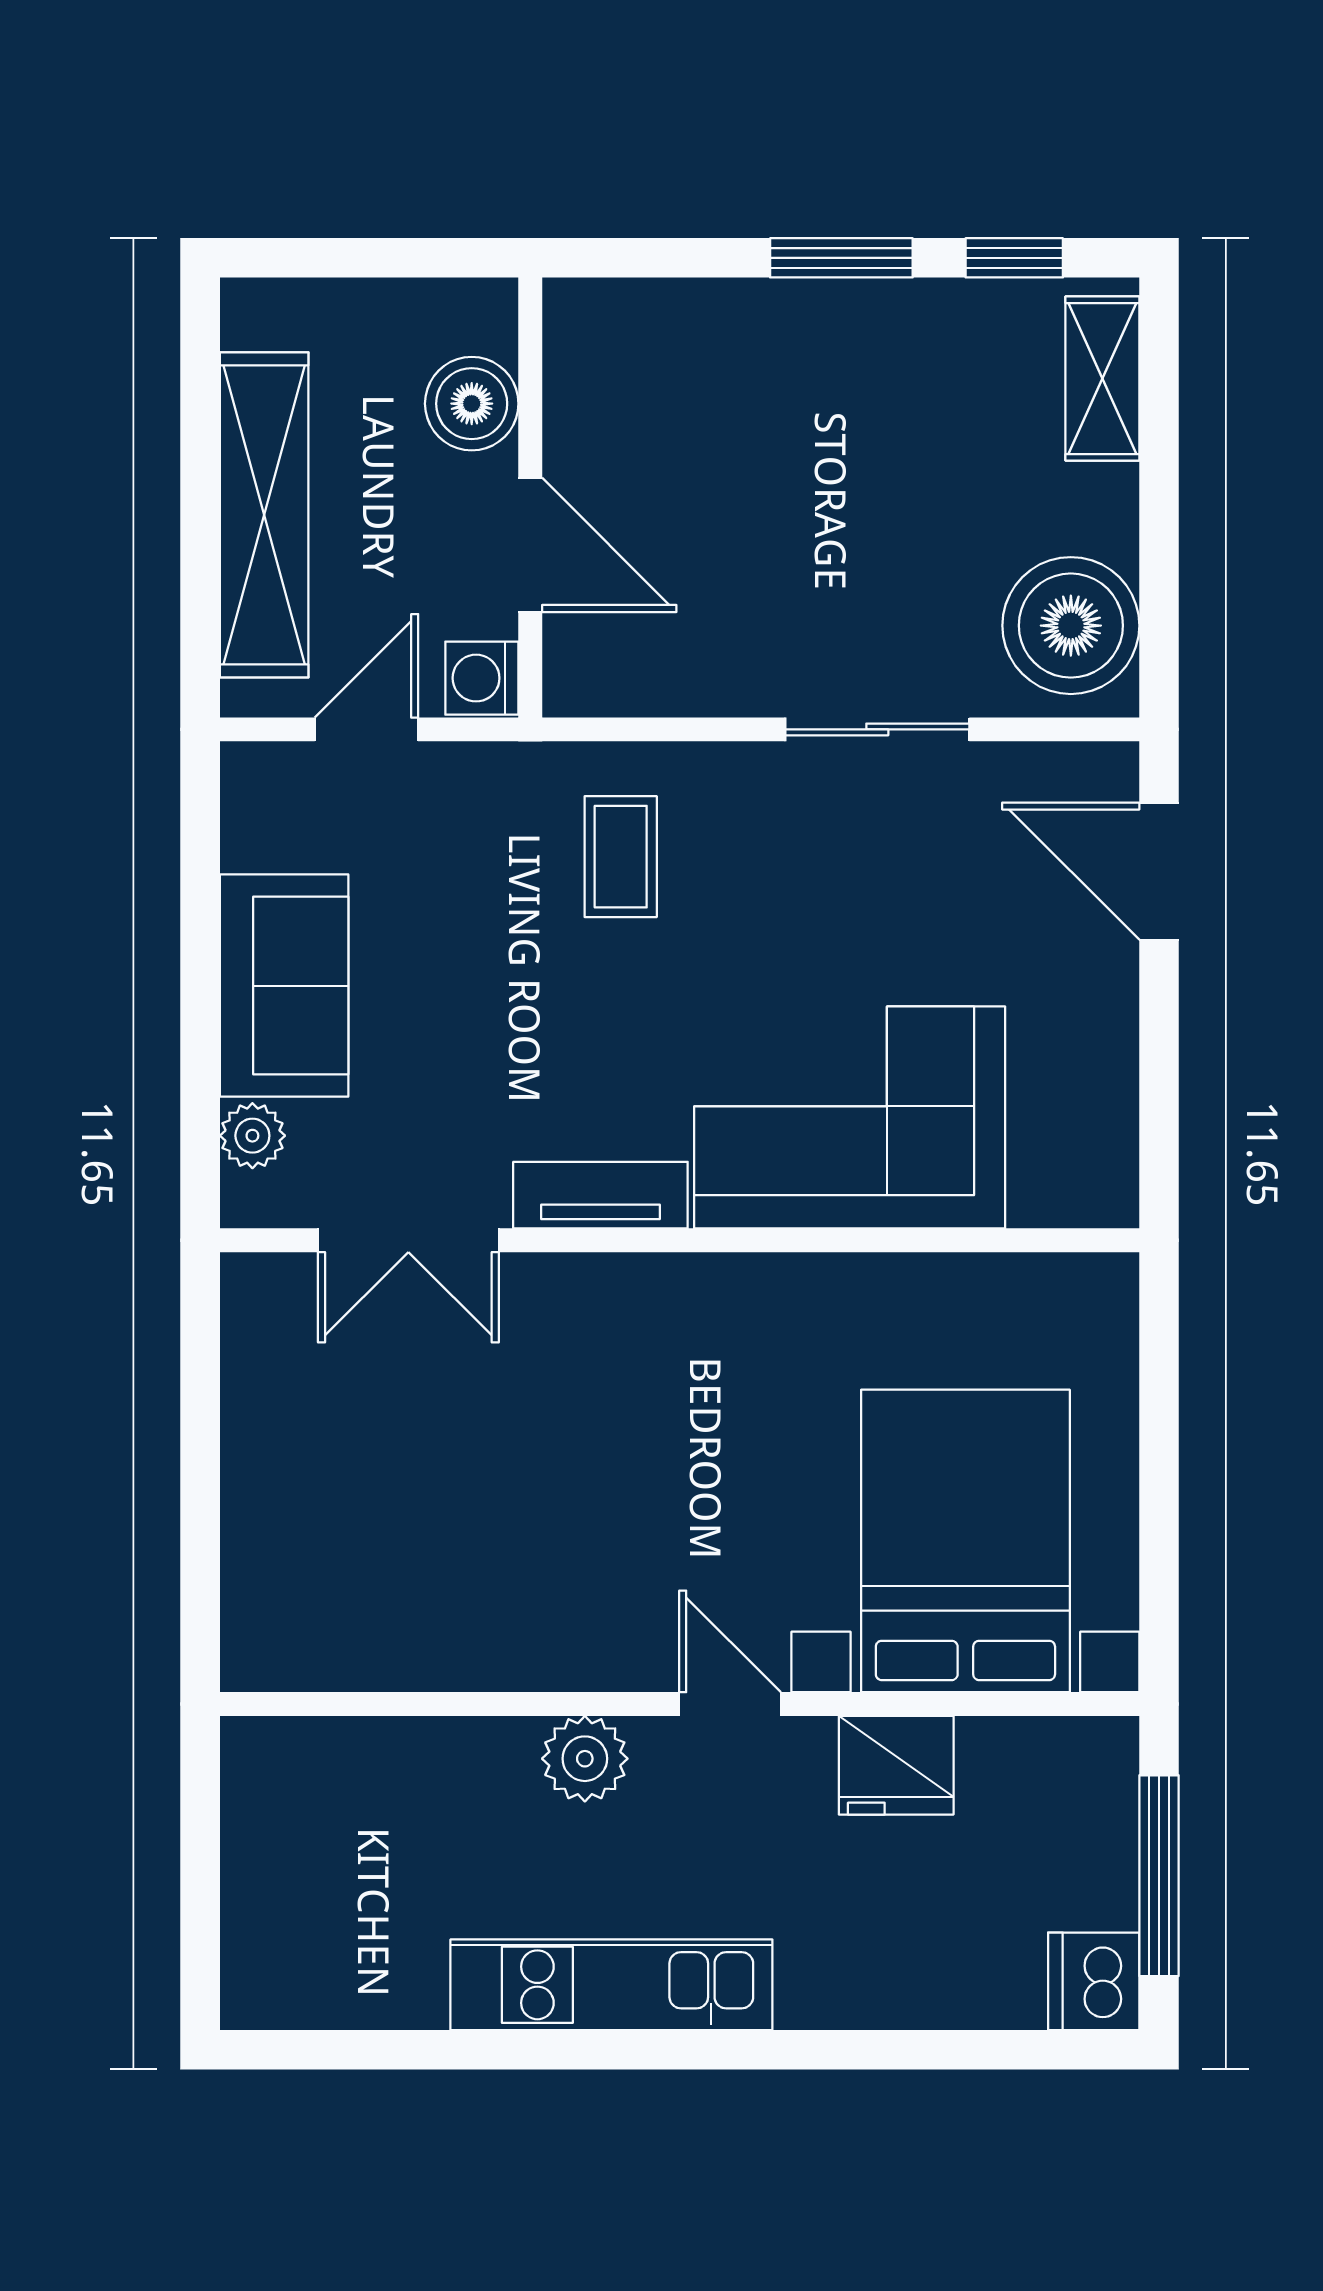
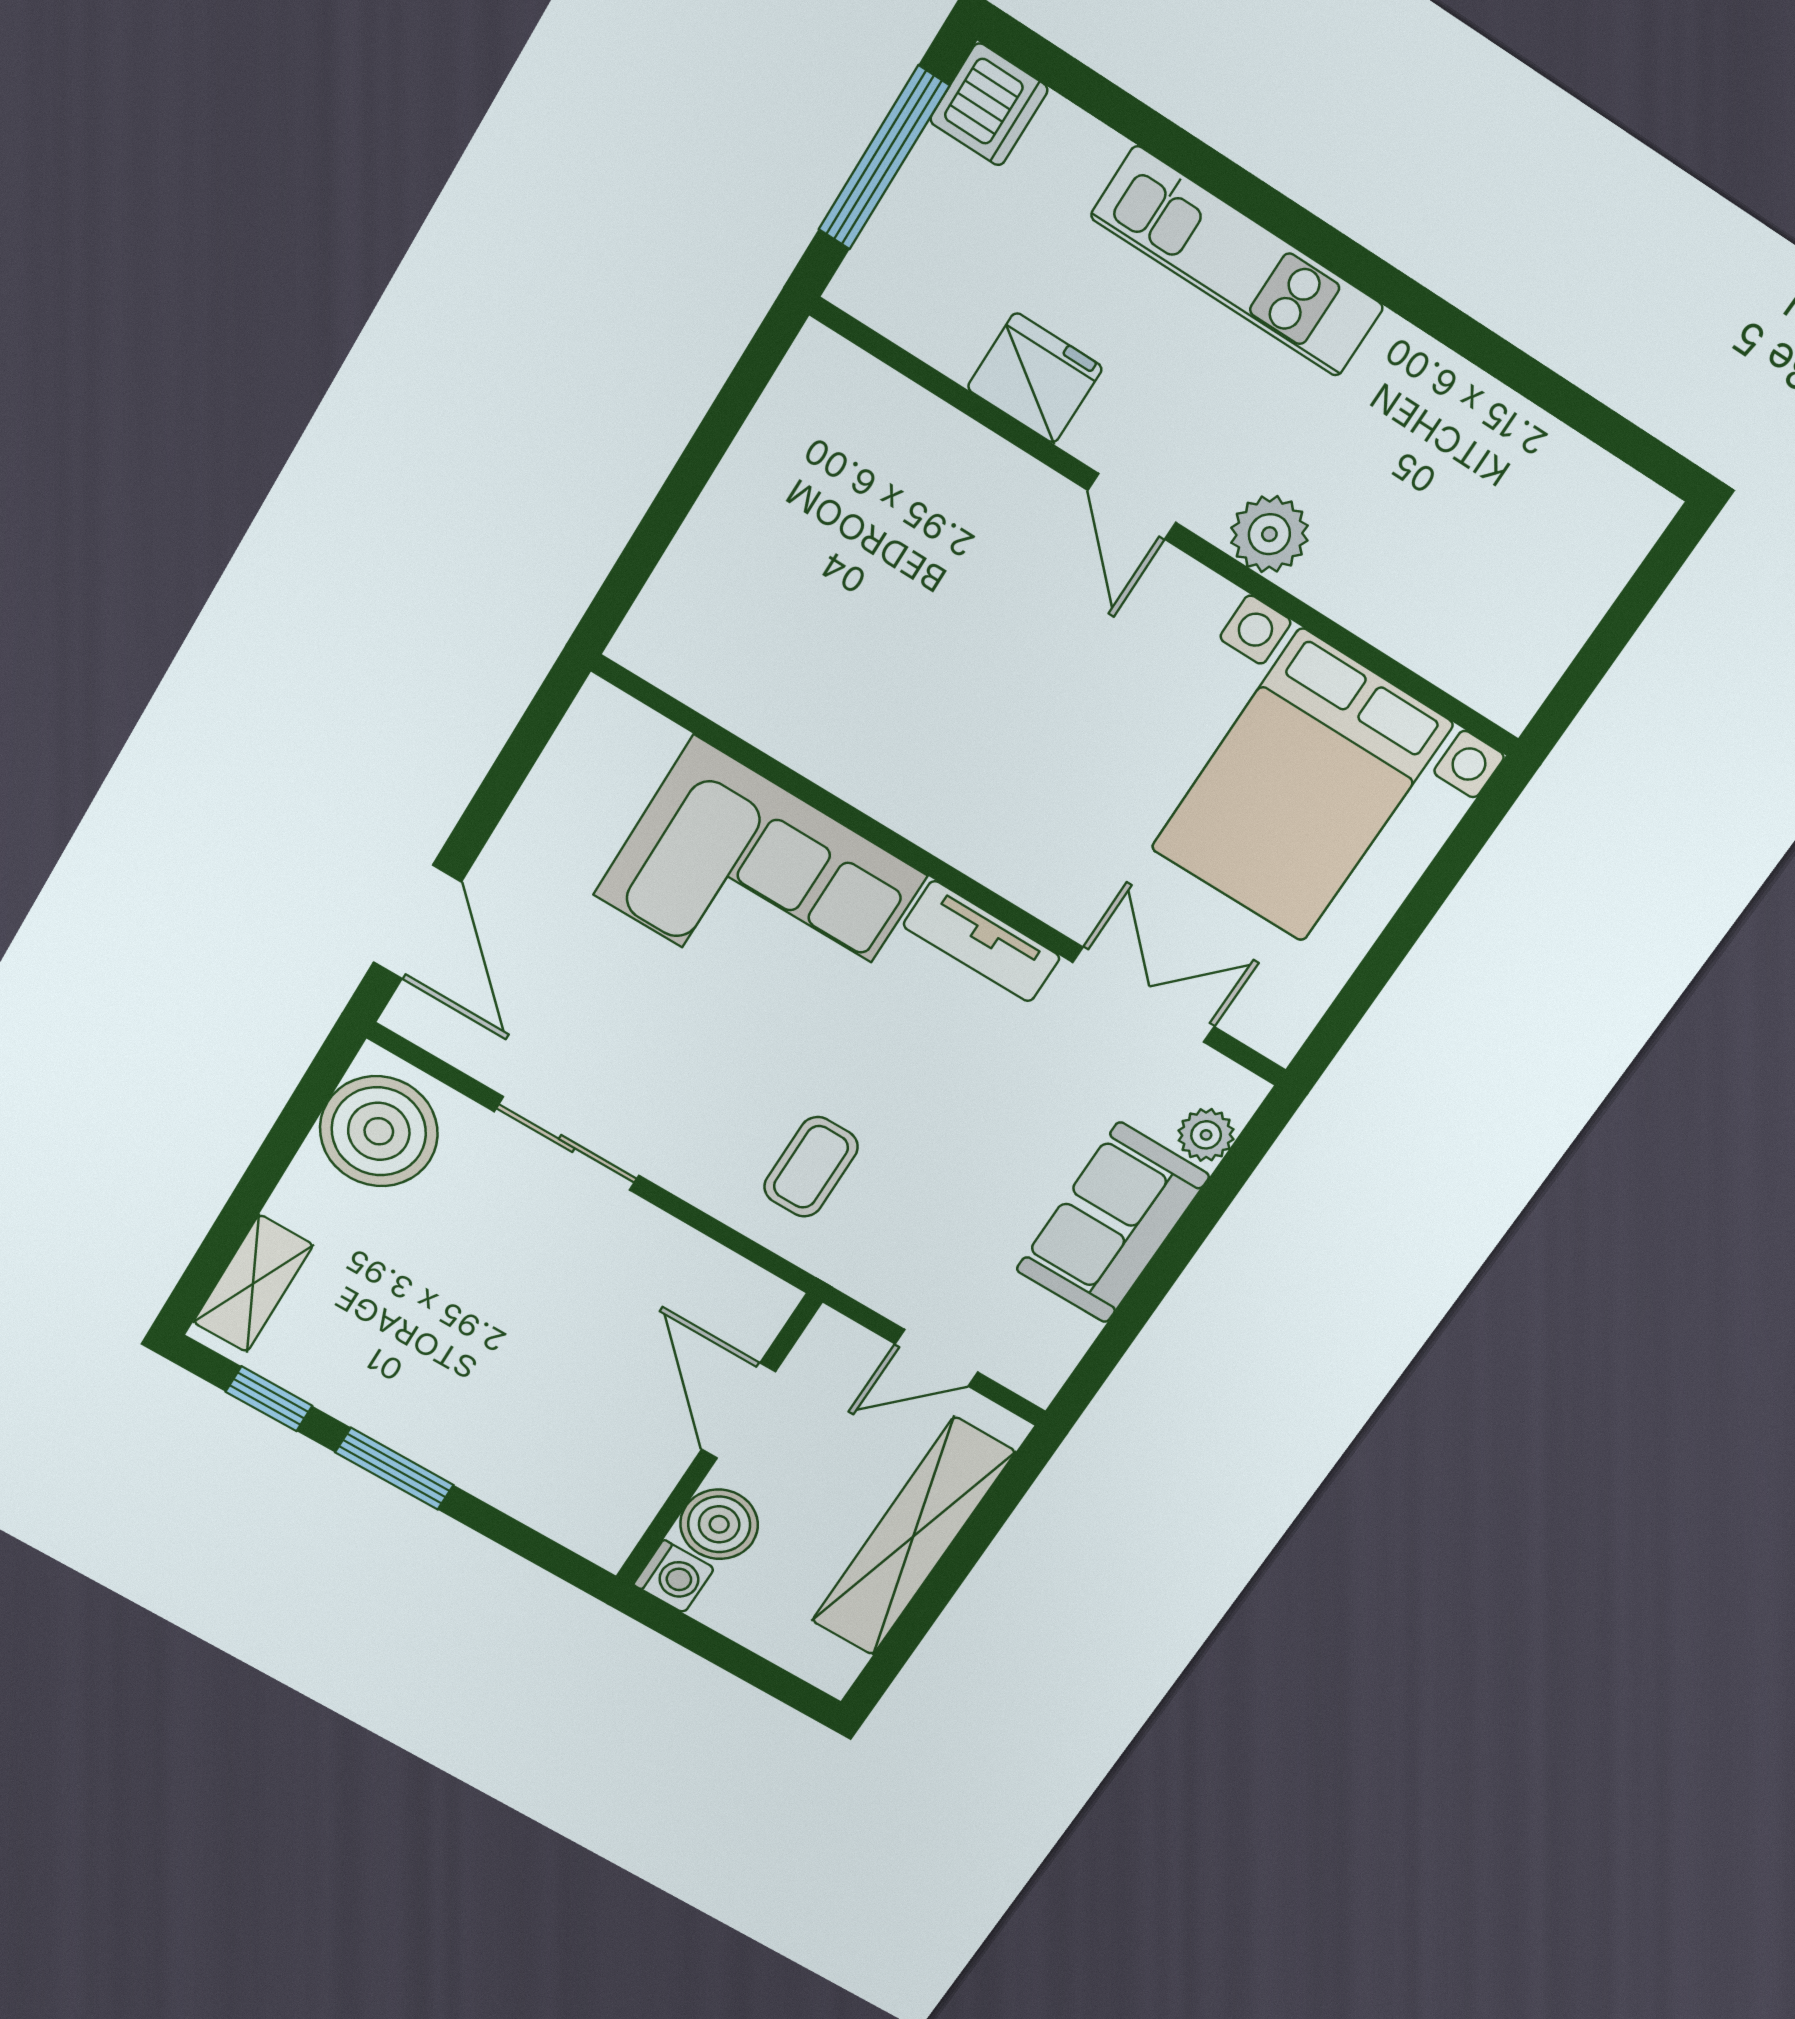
washing machine: (482, 678) -> (674, 1576), moved
bed with nightstands: (965, 1541) -> (1302, 786), moved
kitchen unit: (611, 1985) -> (1237, 262), moved

